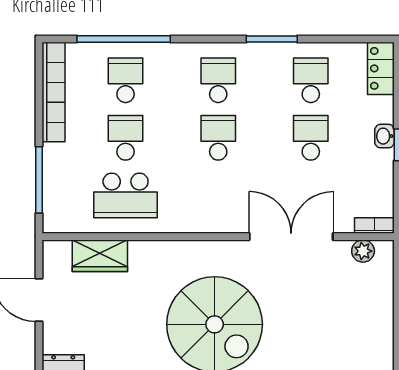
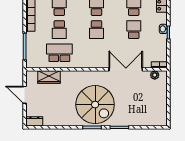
school desk: (126, 138) -> (59, 30), turned 180
school desk: (218, 138) -> (97, 30), turned 180
school desk: (126, 195) -> (59, 53), turned 180

